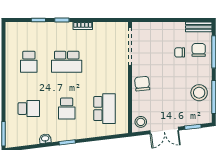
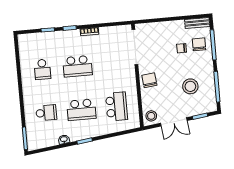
stool: (199, 93) -> (190, 86), moved
school desk: (67, 109) -> (81, 110), width x1.85

